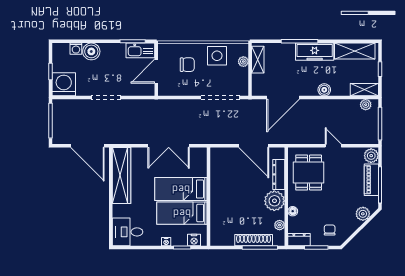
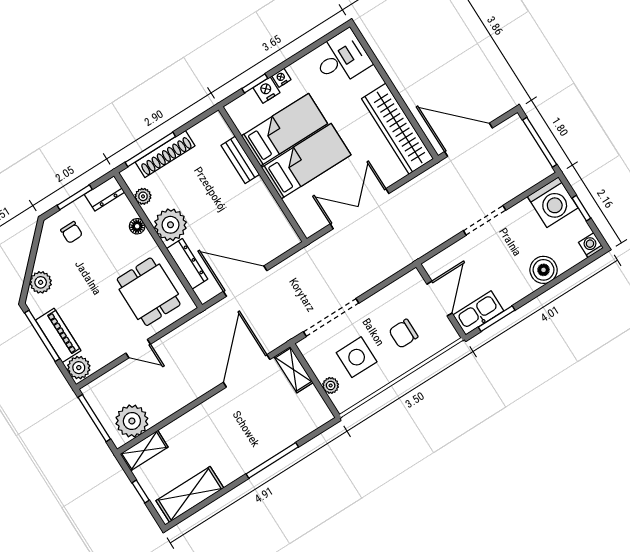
washing machine: (76, 49) -> (591, 245), moved
freezer: (315, 52) -> (243, 459), removed
side table: (217, 56) -> (357, 357), moved
shelving: (258, 60) -> (293, 370), moved
boiler: (324, 90) -> (198, 416), removed
plant: (366, 105) -> (132, 421), width x1.88, depth x1.88
bench: (216, 212) -> (240, 160), added
nightstand: (194, 240) -> (267, 90), moved

